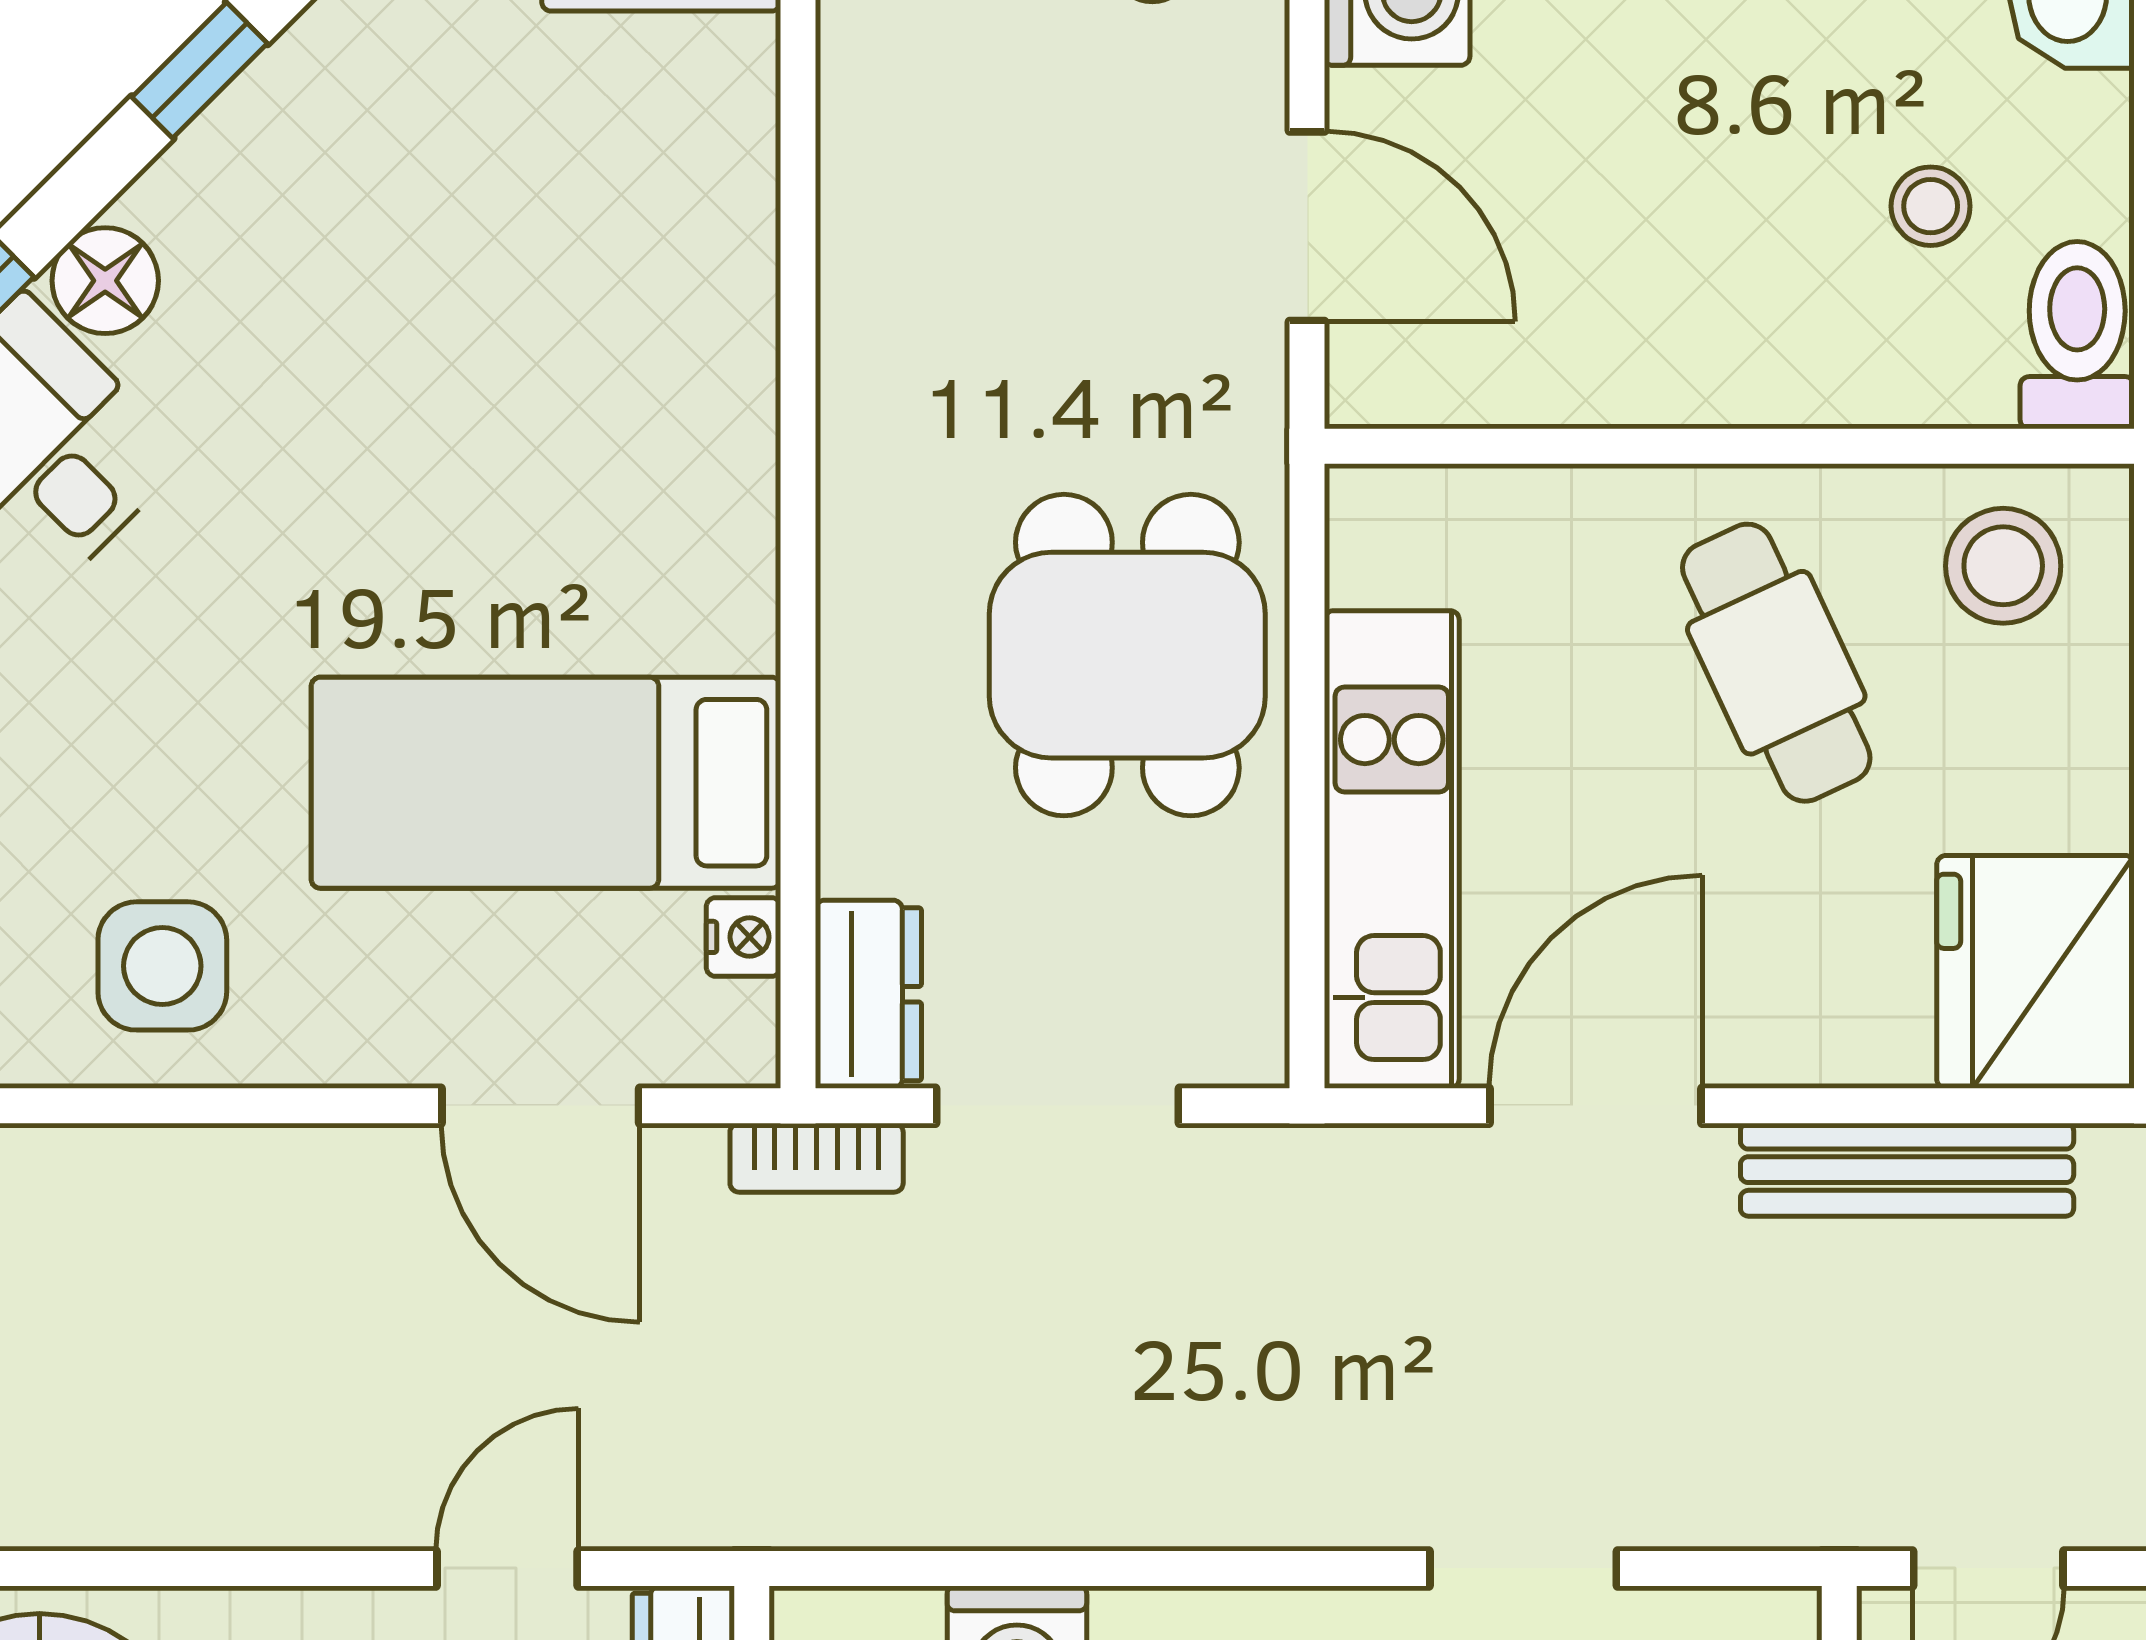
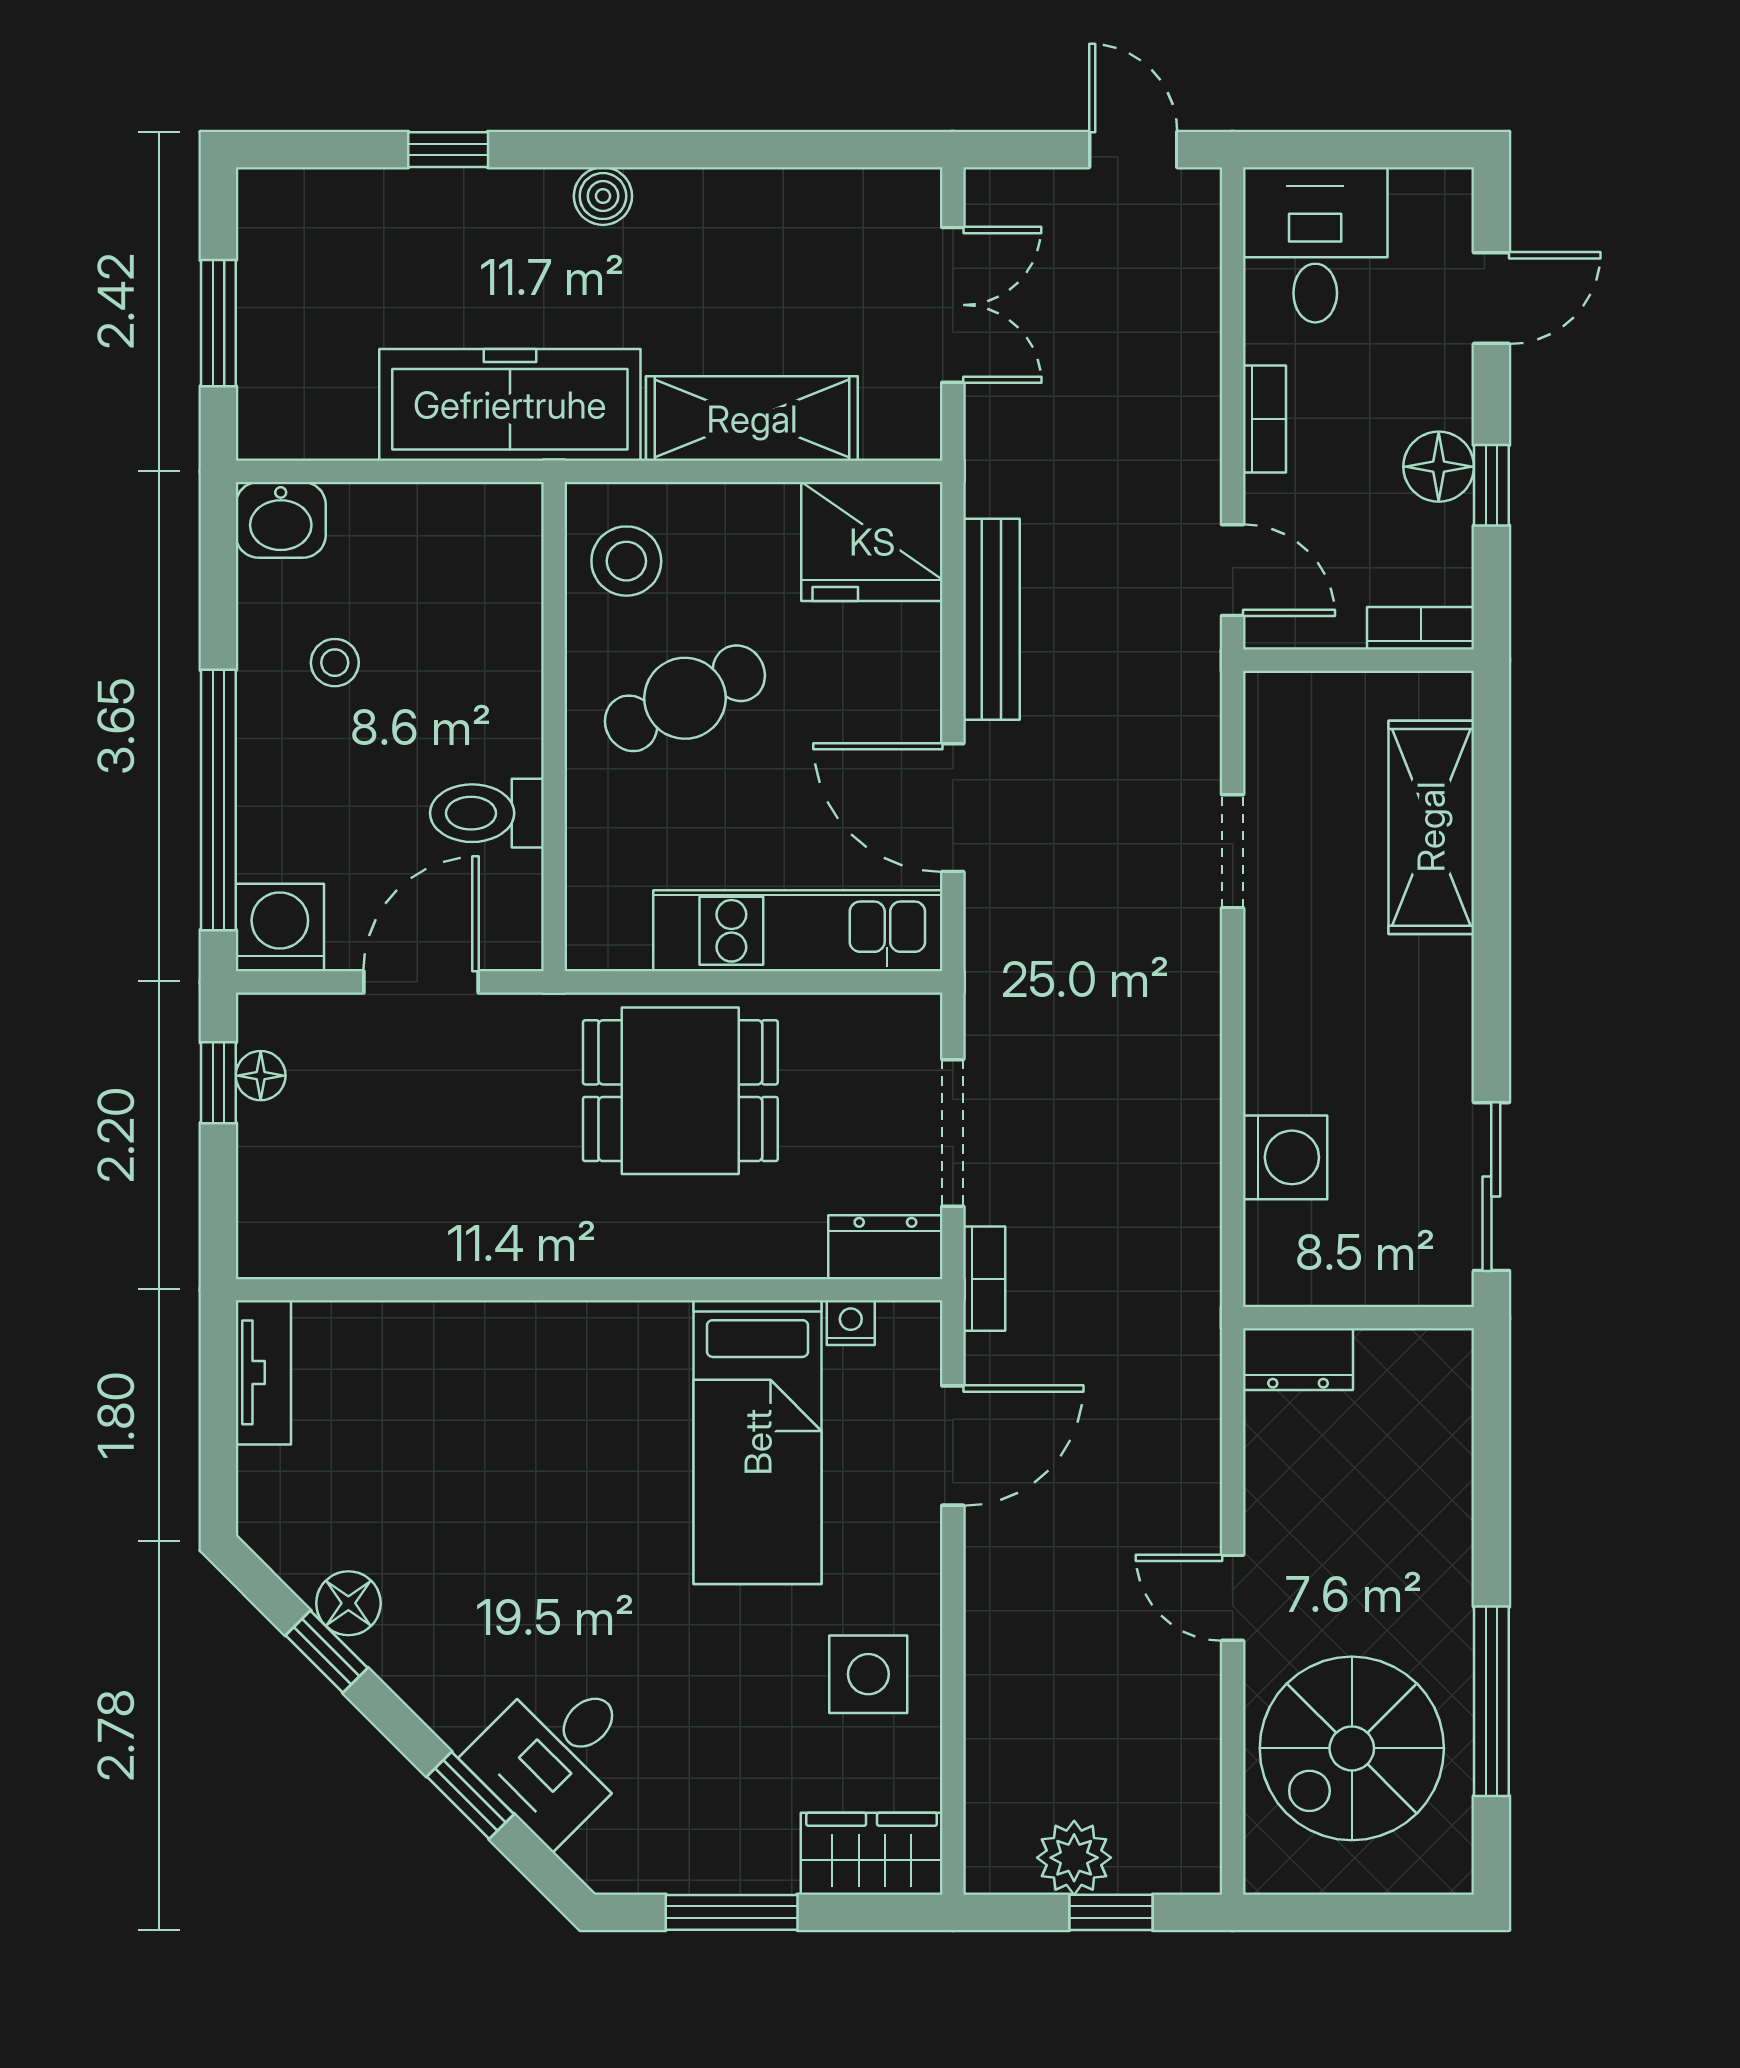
stool: (1931, 206) -> (335, 663), moved
floor lamp: (105, 281) -> (348, 1603), moved
toilet: (2077, 335) -> (487, 813), moved
door: (507, 1568) -> (1233, 1598), moved

